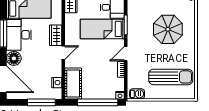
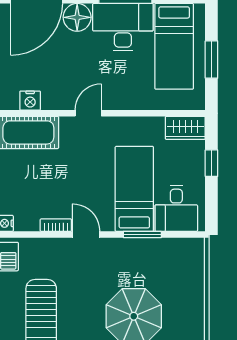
wardrobe: (56, 35) -> (122, 98), removed
door: (63, 53) -> (88, 113), swing flipped

